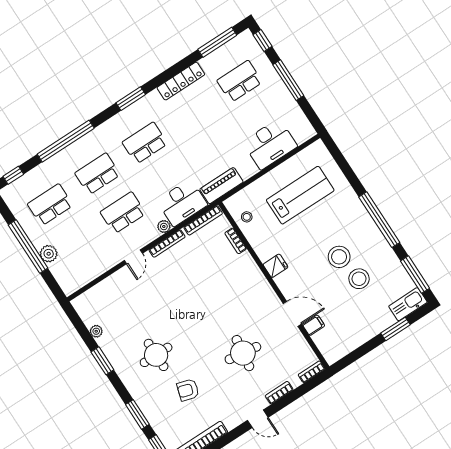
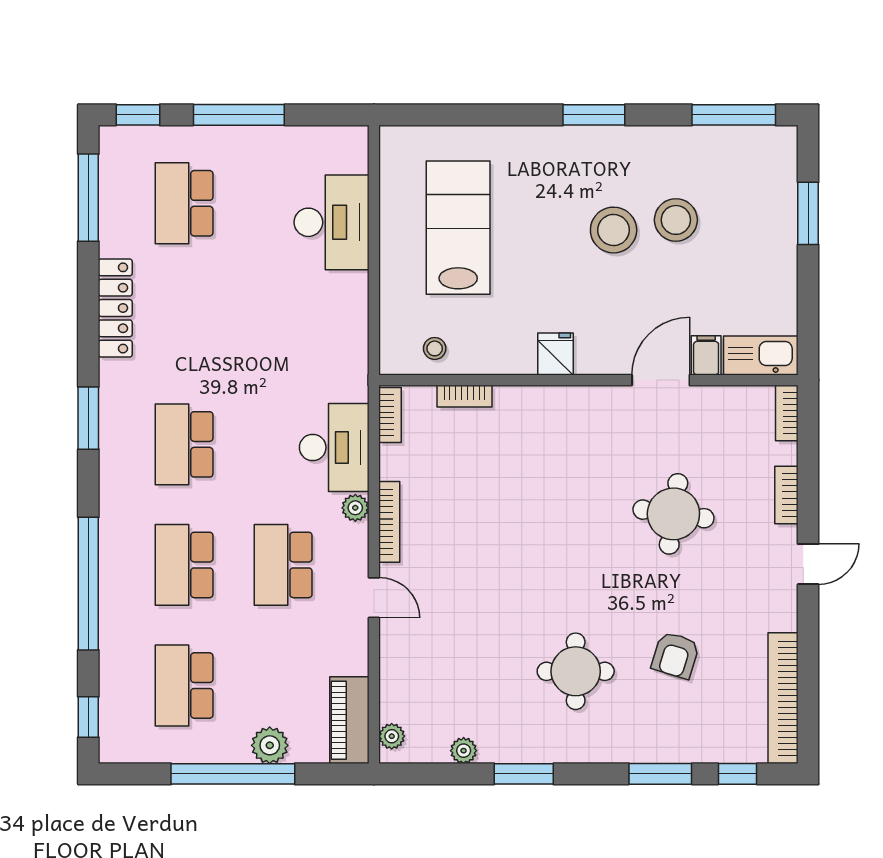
piano: (221, 186) -> (349, 720), moved
bookcase: (203, 220) -> (390, 415), width x0.64
window: (379, 220) -> (594, 115), width x0.47
plant: (83, 299) -> (392, 736), added
kitchen sink: (408, 304) -> (761, 355), moved, turned 90

